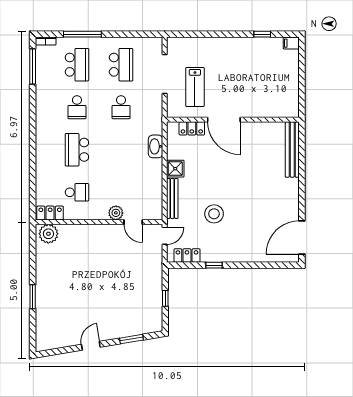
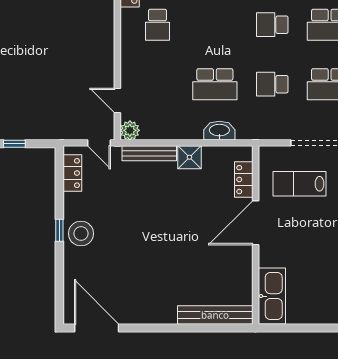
kitchen sink: (278, 108) -> (272, 296), added
school desk: (77, 150) -> (215, 84), moved, turned 180
plant: (116, 213) -> (130, 130), moved
stool: (214, 214) -> (81, 234), moved
door: (133, 222) -> (117, 100), hinge flipped
window: (214, 265) -> (59, 230), moved

